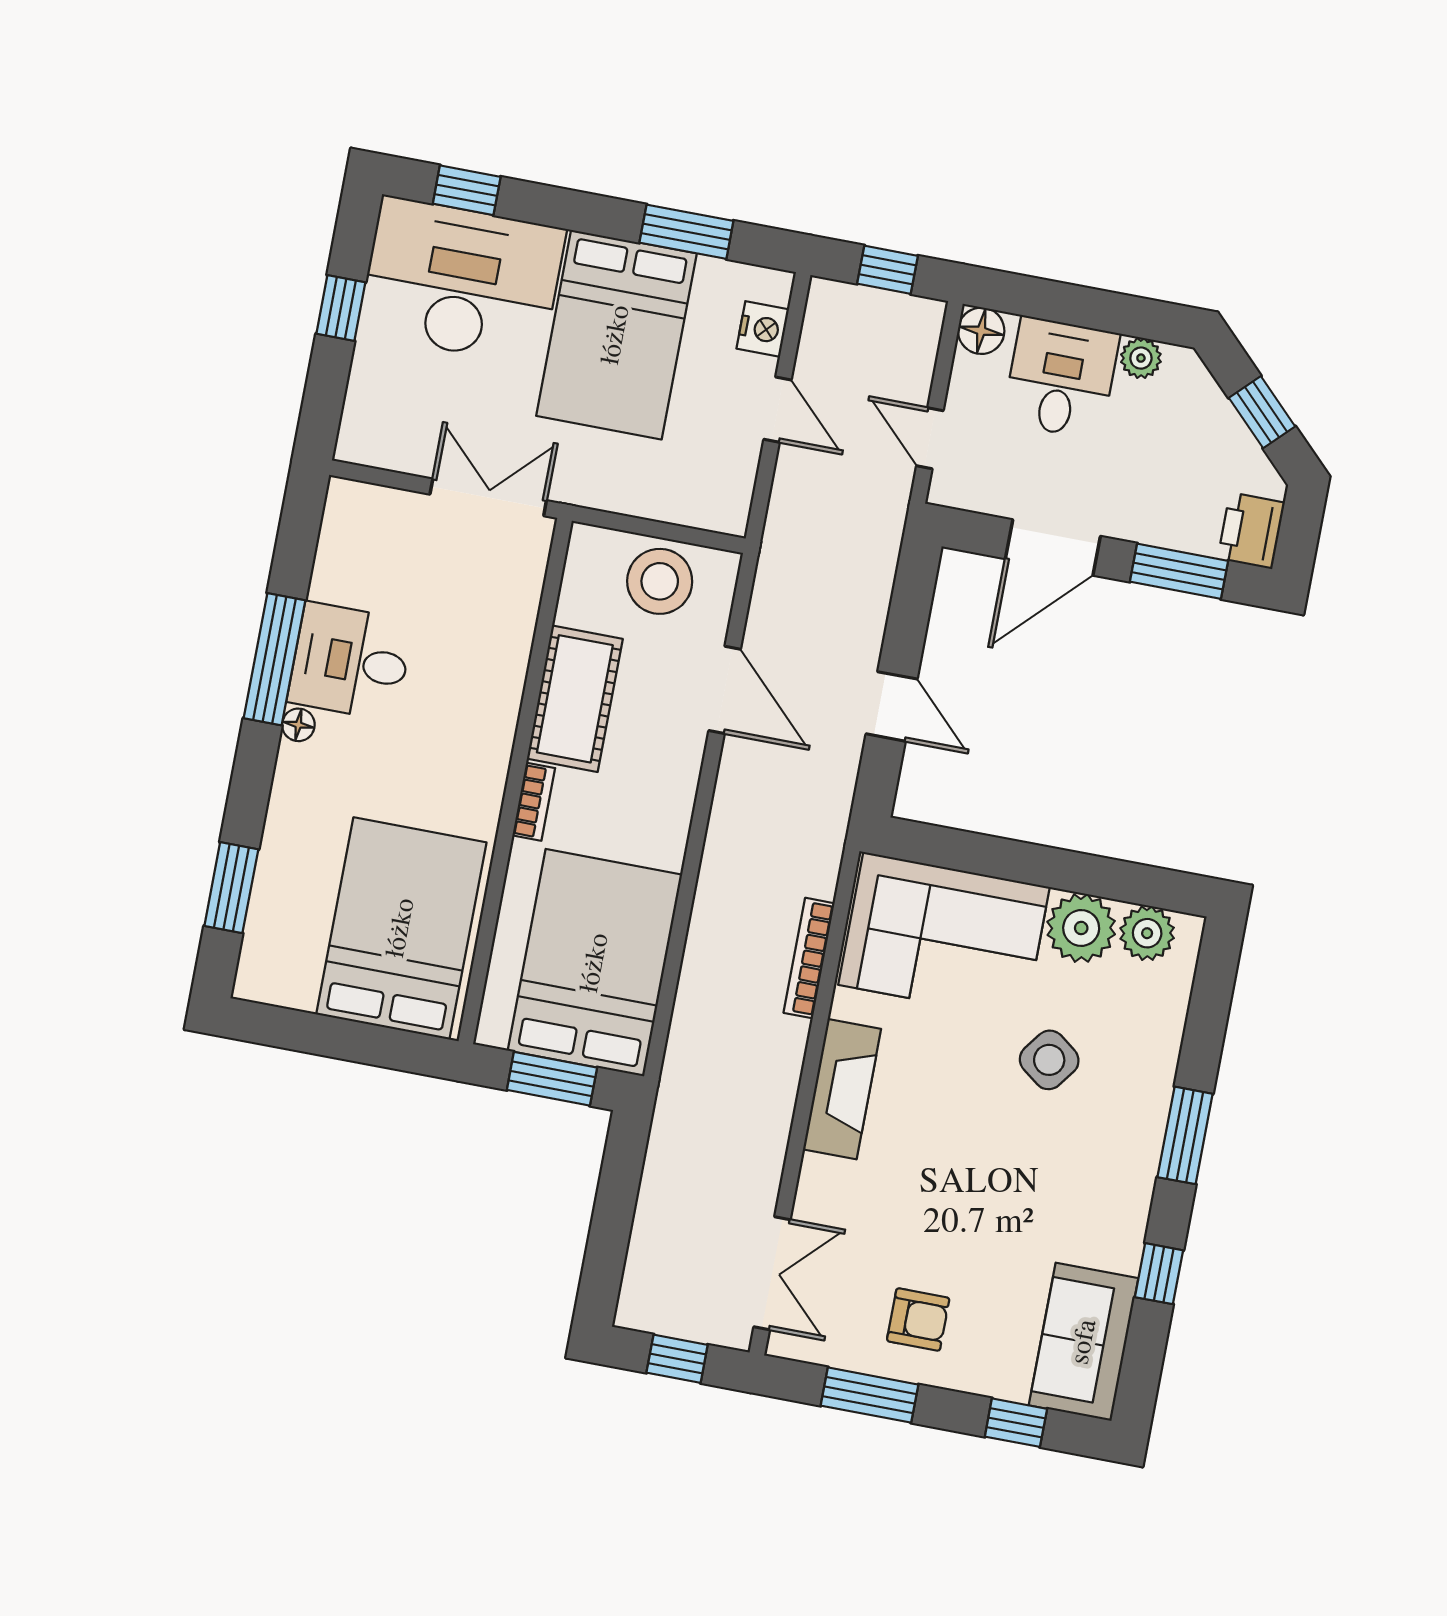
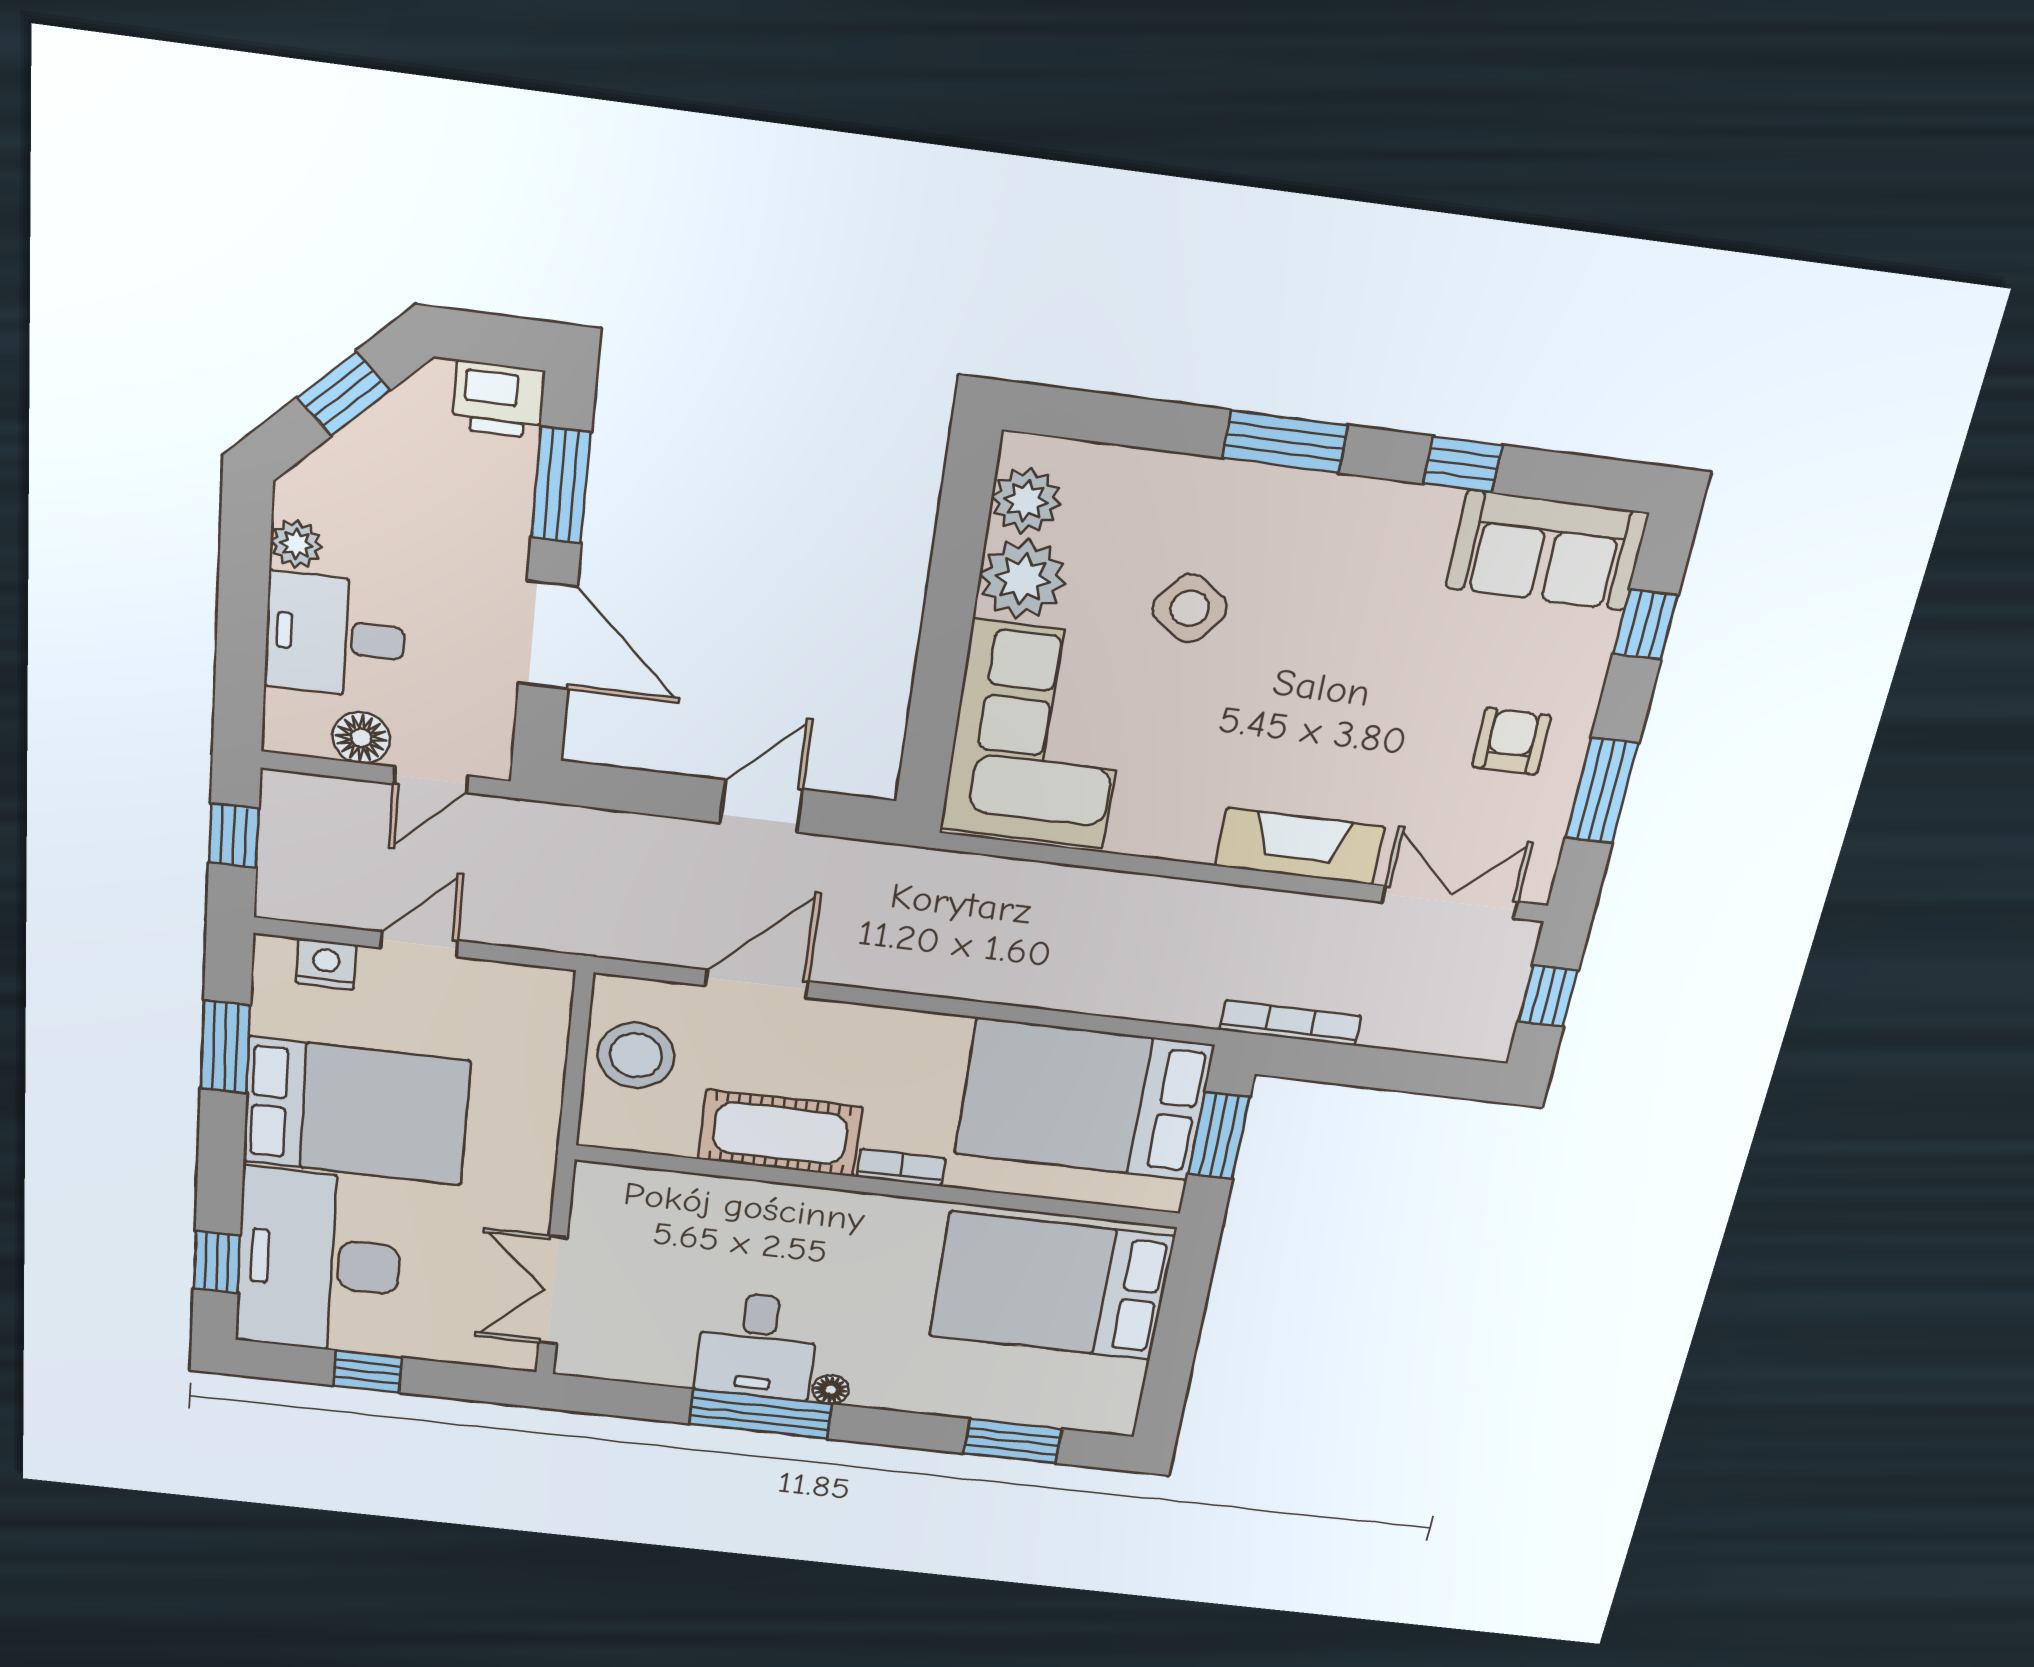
floor lamp: (981, 331) -> (361, 738), moved
double door: (488, 497) -> (553, 1290), moved
bookcase: (809, 958) -> (1290, 1023), moved, turned 180
fireplace: (842, 1089) -> (1300, 846), moved

